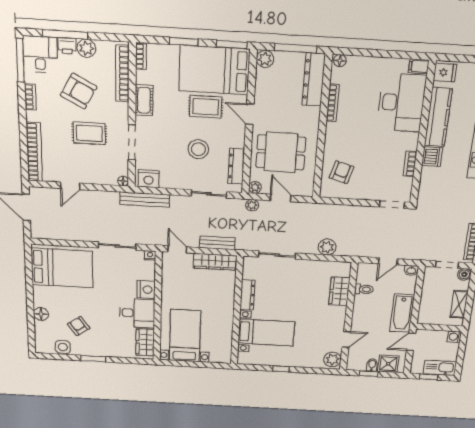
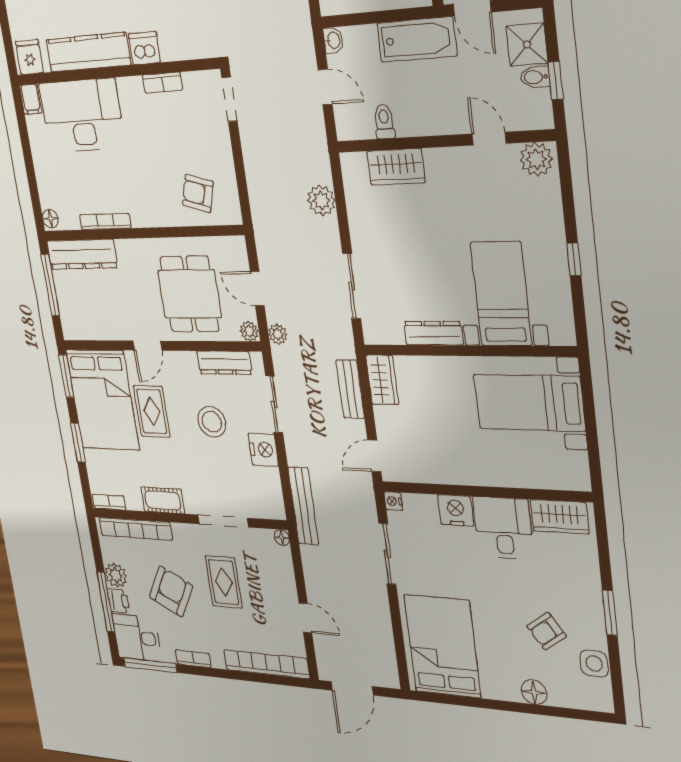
plant: (265, 59) -> (73, 328), removed
nightstand: (149, 179) -> (263, 450), moved
door: (281, 198) -> (257, 289), hinge flipped
wardrobe: (215, 262) -> (382, 380), width x0.67
bed with nightstands: (185, 336) -> (529, 403), moved

